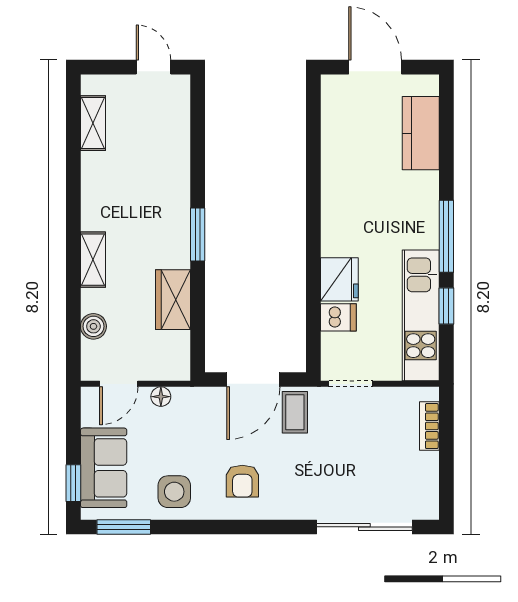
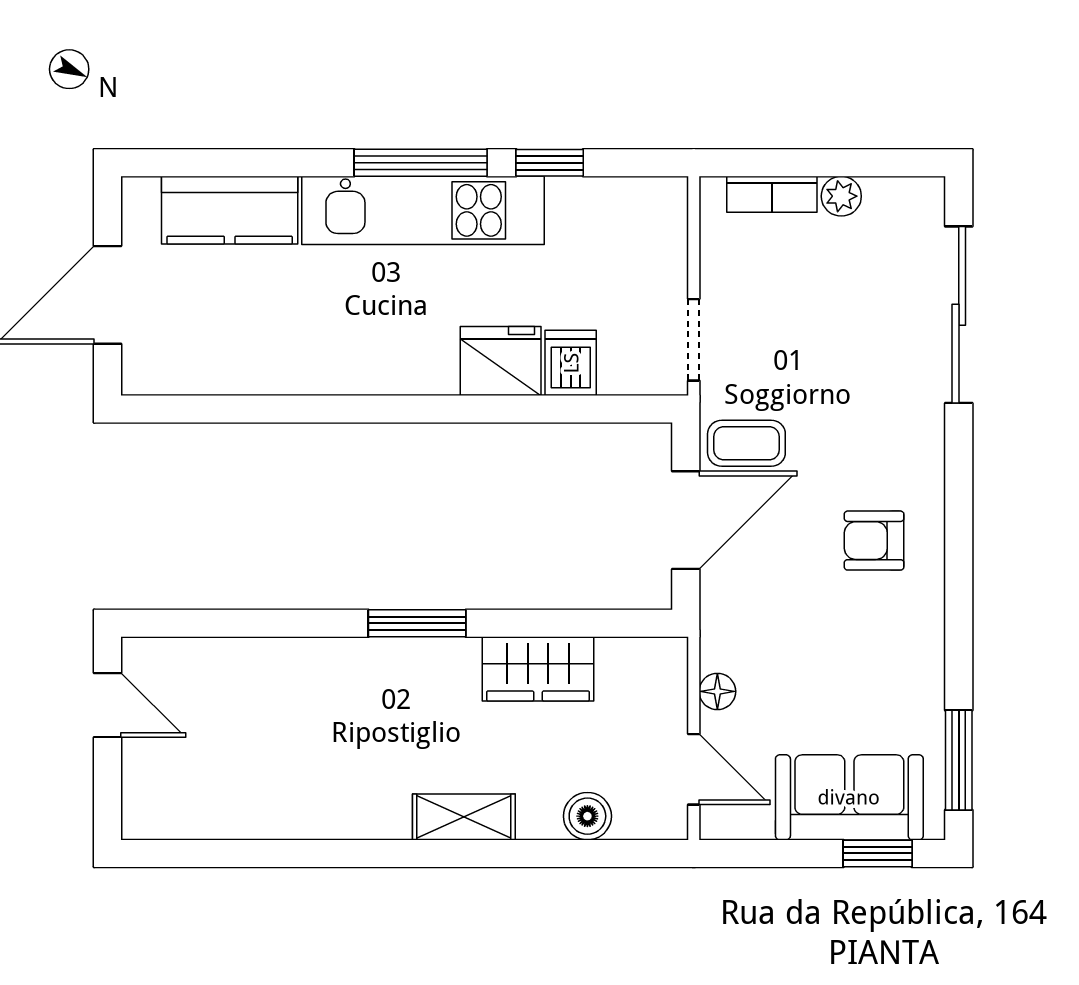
door: (153, 67) -> (108, 705), swing flipped
shelving: (93, 123) -> (211, 817), removed
kitchen unit: (421, 315) -> (423, 210), moved
door: (253, 379) -> (686, 520), hinge flipped
plant: (428, 464) -> (841, 196), added
armchair: (242, 481) -> (874, 541), turned 180
side table: (174, 492) -> (893, 667), removed

